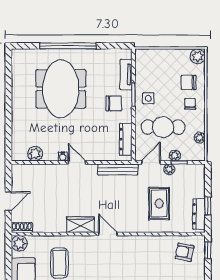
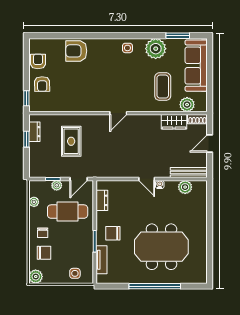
meeting table: (61, 89) -> (161, 247), turned 90
side table: (148, 98) -> (75, 273), moved
dresser: (126, 139) -> (102, 200), width x0.70
bench: (118, 169) -> (189, 173), moved
plant: (169, 169) -> (62, 173), removed
dresser: (199, 214) -> (34, 132), width x0.70
wardrobe: (80, 225) -> (174, 122), moved
door: (108, 234) -> (118, 113), hinge flipped
plant: (19, 243) -> (187, 105), moved
armchair: (185, 252) -> (42, 84), moved, turned 78

